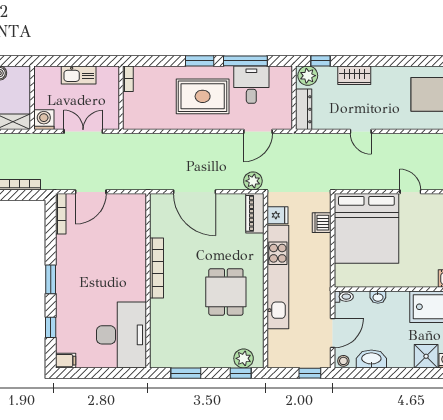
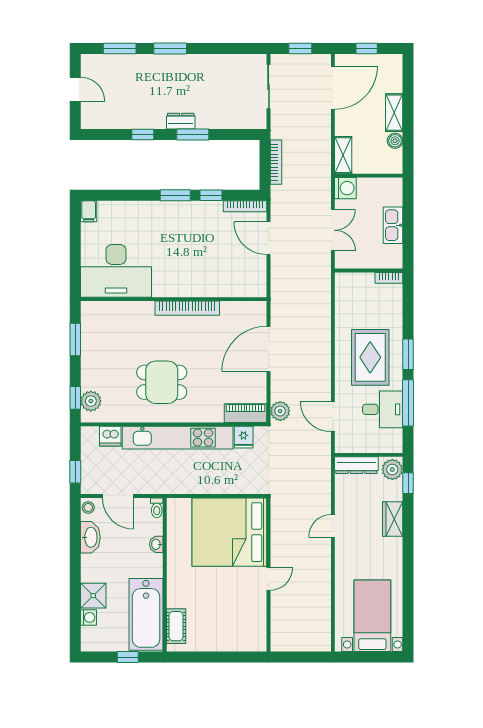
dishwasher: (322, 223) -> (110, 436), moved, turned 180
window: (51, 327) -> (211, 195), moved

